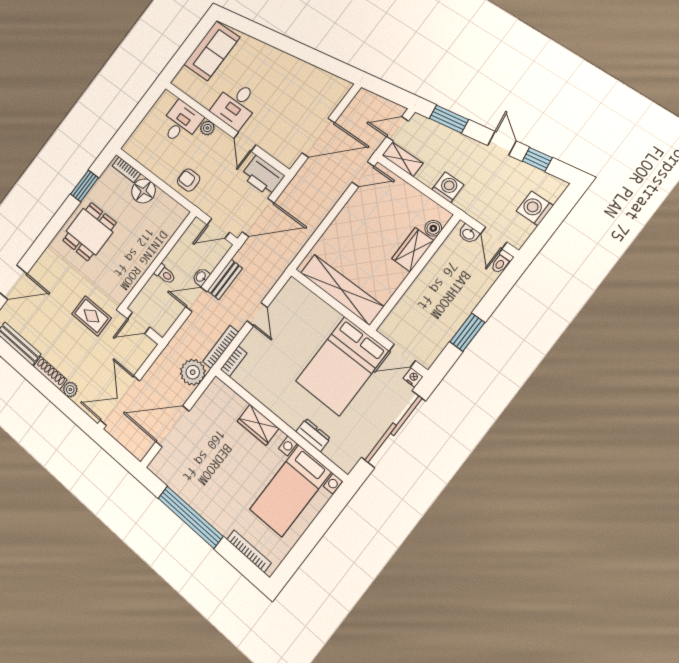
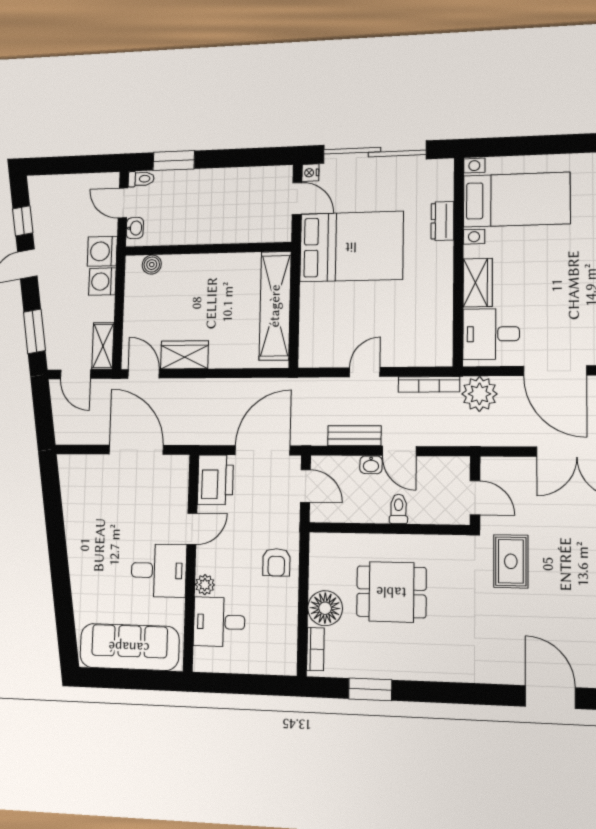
sofa: (212, 51) -> (129, 647), width x1.36
washing machine: (535, 208) -> (102, 251), moved, turned 90
door: (258, 217) -> (263, 450), hinge flipped
dining table: (89, 232) -> (391, 592), moved
door: (494, 238) -> (123, 203), swing flipped
wardrobe: (413, 250) -> (184, 355), moved, turned 180
window: (467, 332) -> (174, 161), moved
bookcase: (234, 361) -> (433, 359), removed
desk: (222, 407) -> (491, 334), added

